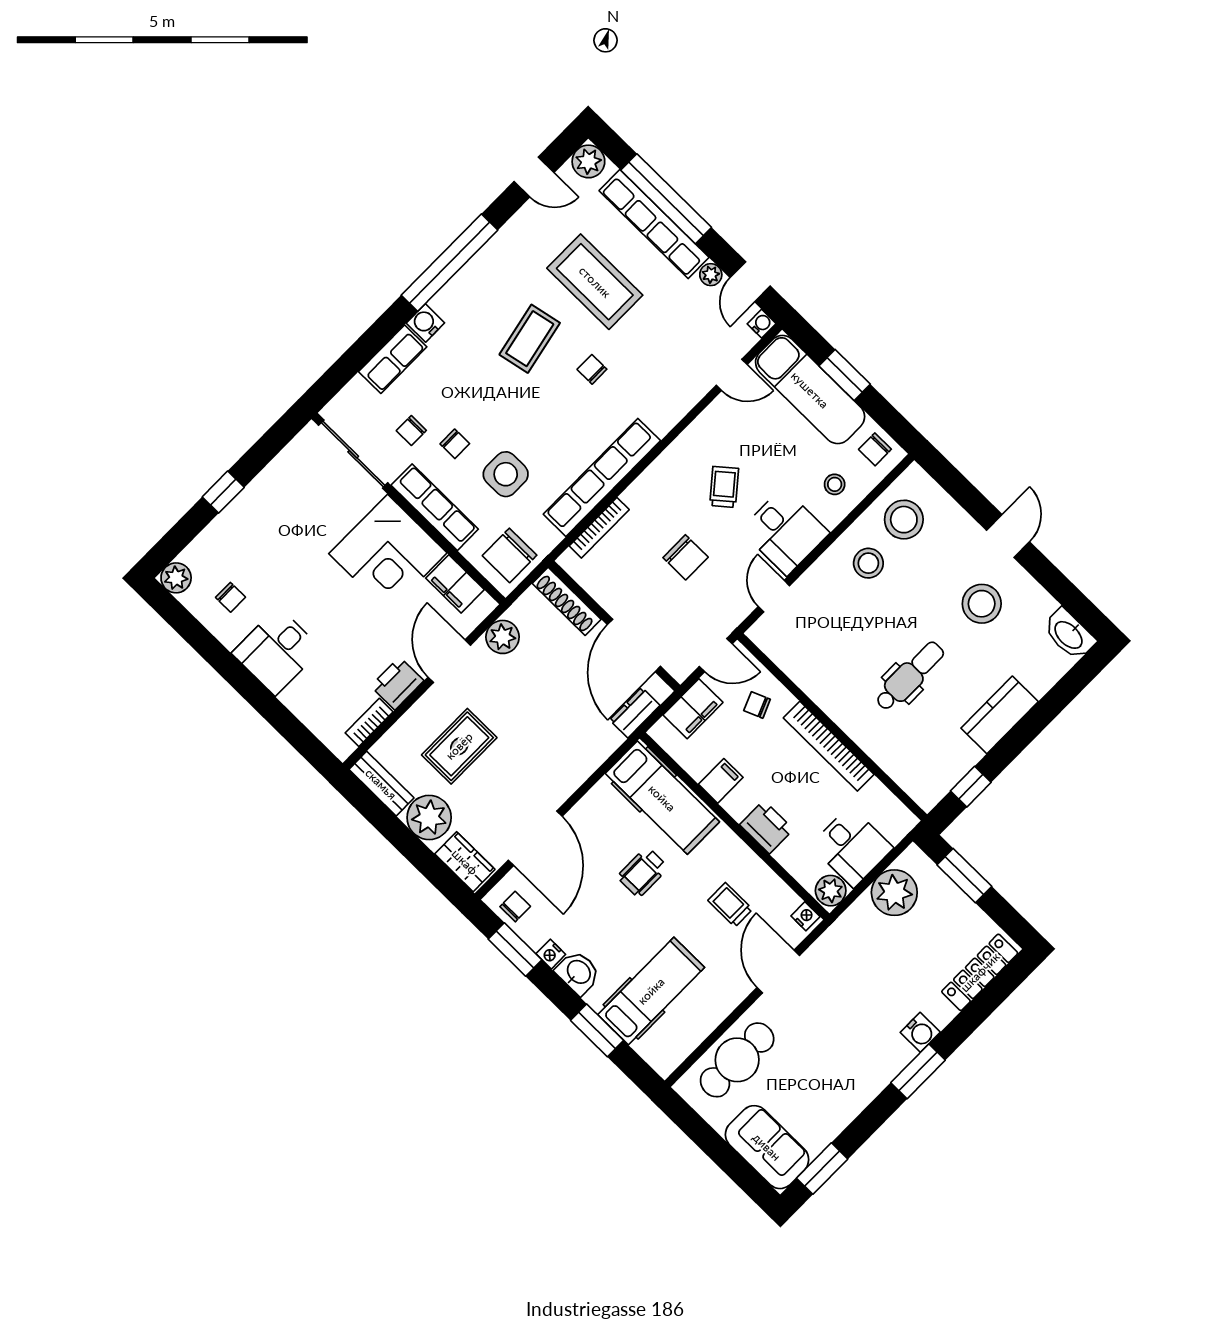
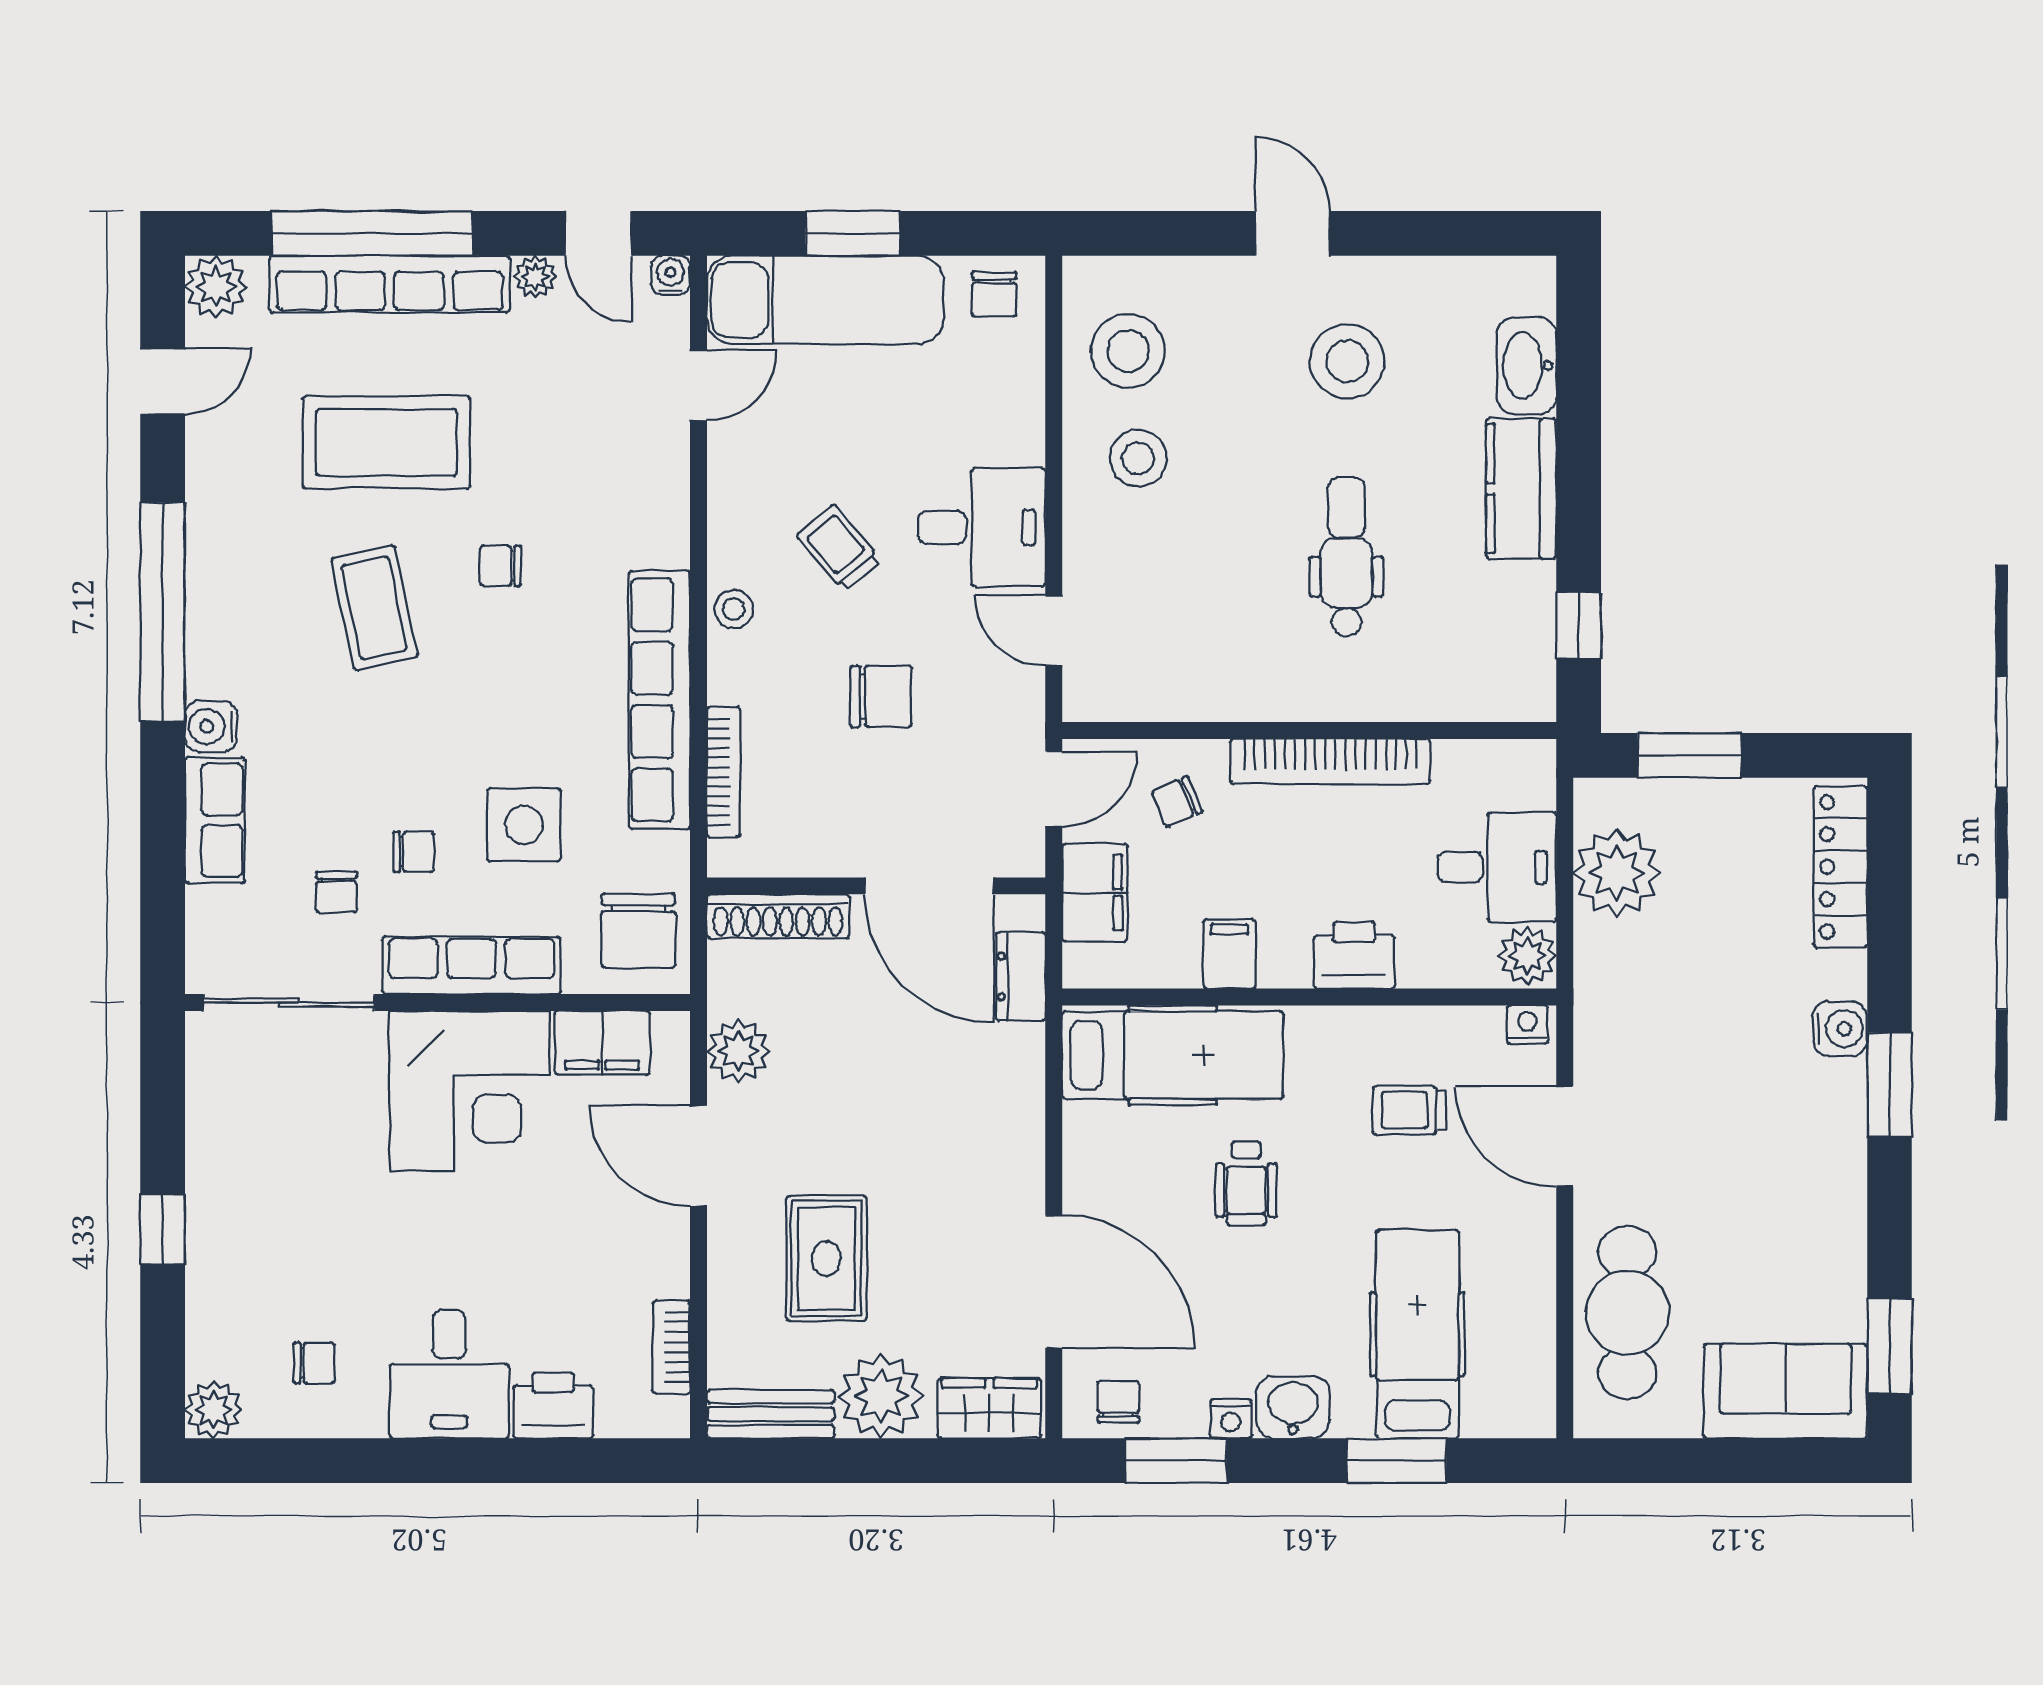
stool: (835, 484) -> (734, 609), moved
washbasin: (1069, 634) -> (1527, 366), moved, turned 90
printer: (397, 683) -> (553, 1405), moved, turned 90

